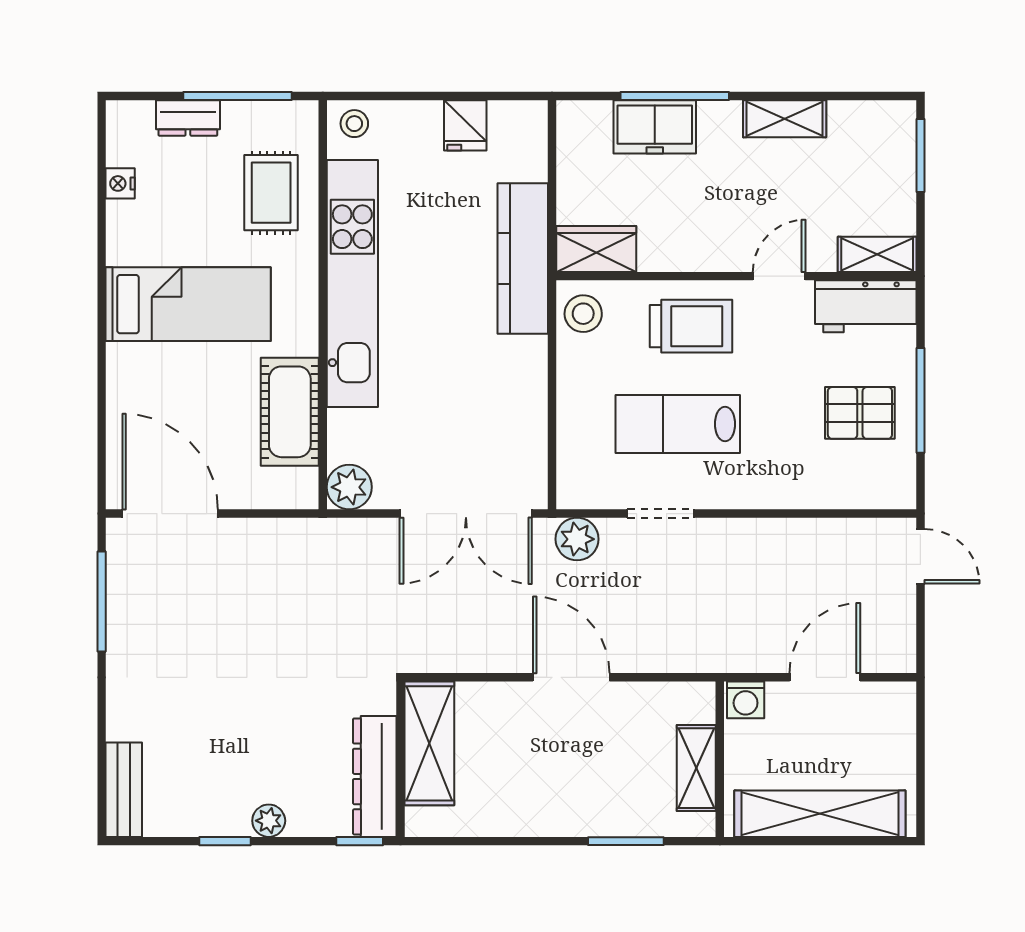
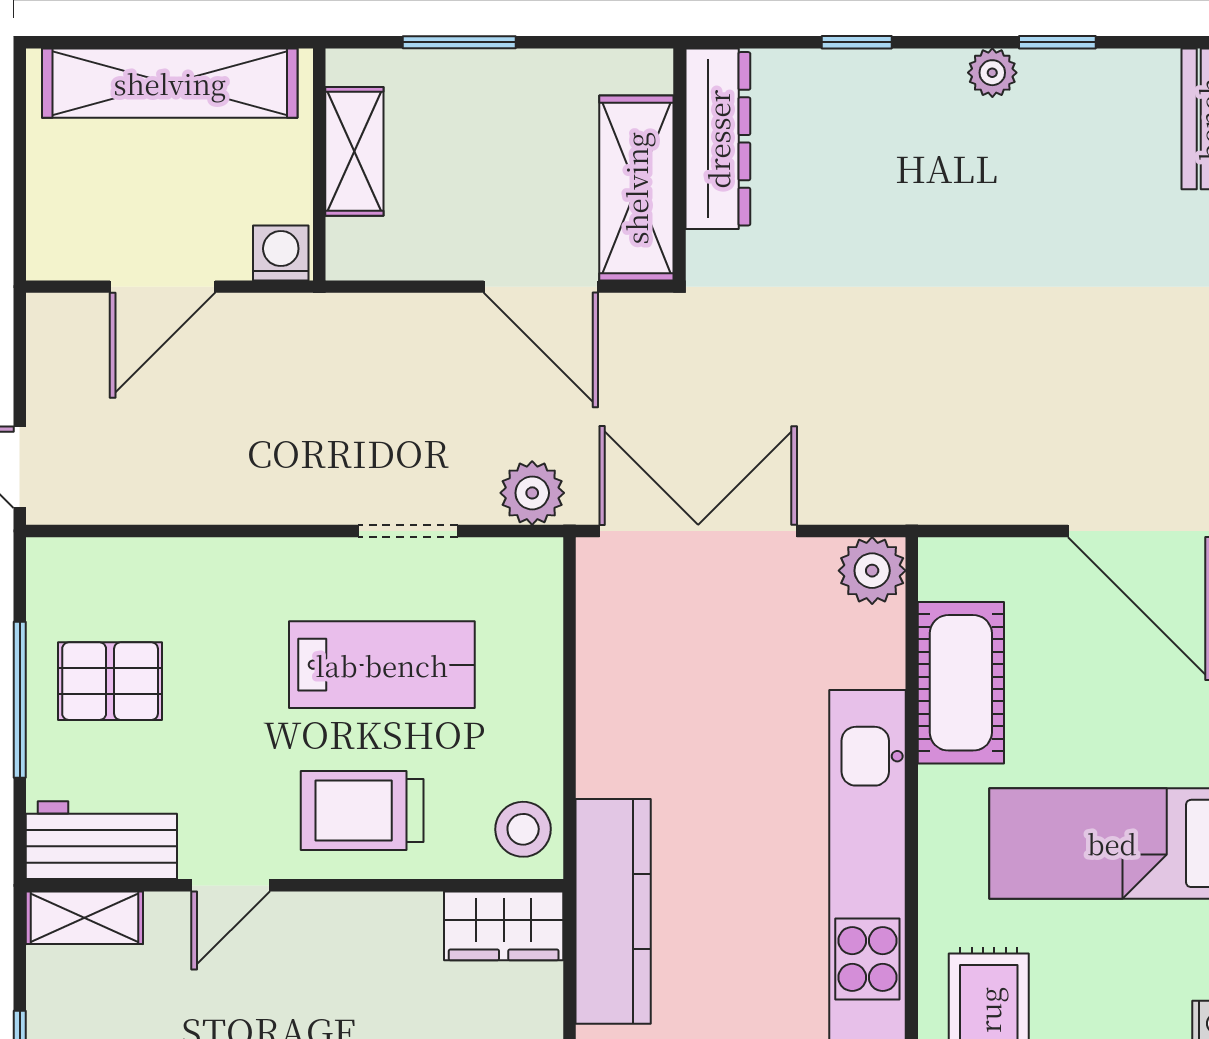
shelving: (429, 743) -> (636, 188), moved
wall: (400, 759) -> (680, 164), moved
dresser: (375, 776) -> (718, 139), moved

